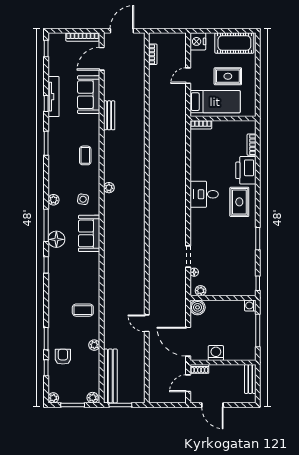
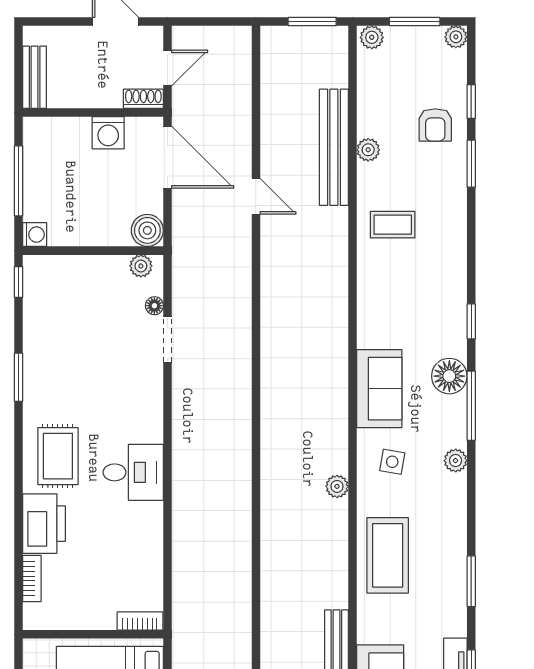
coffee table: (85, 155) -> (388, 555), width x1.86, depth x1.72
bench: (110, 376) -> (334, 147), moved

